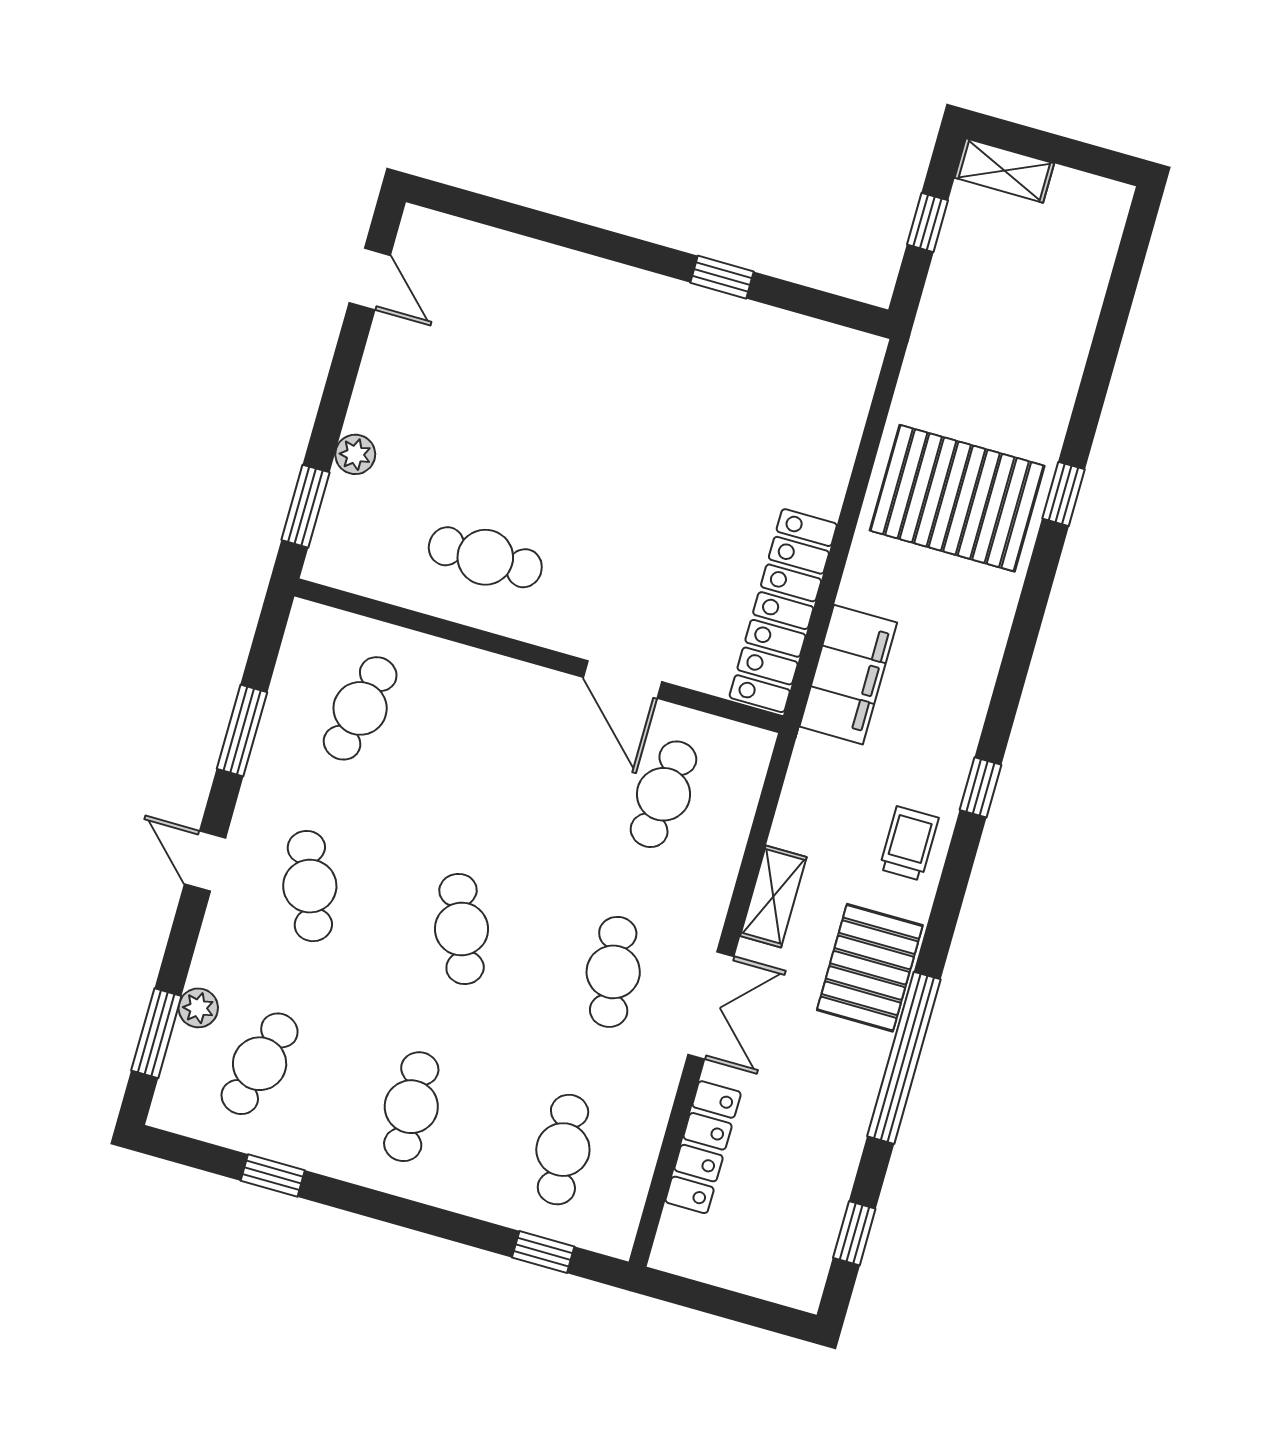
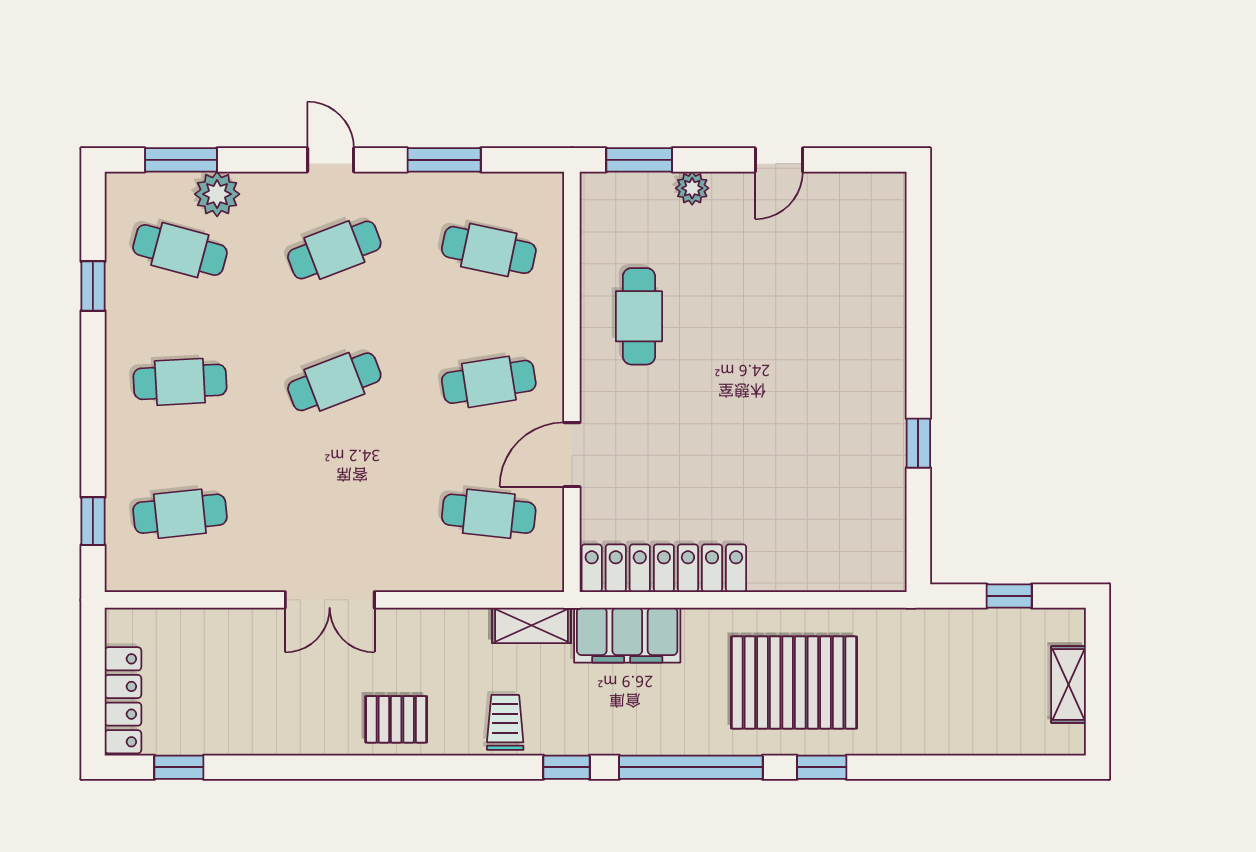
shelving: (1004, 170) -> (1069, 685), moved
door: (370, 279) -> (779, 160), moved
pallet: (957, 498) -> (794, 683), turned 90
trolley: (909, 843) -> (505, 722), turned -90
door: (205, 861) -> (331, 160), hinge flipped
shelving: (773, 896) -> (532, 625), moved
pallet: (870, 968) -> (396, 719), width x0.67, depth x0.71
cafe table: (613, 972) -> (489, 382), moved
plant: (198, 1008) -> (217, 194), width x1.38, depth x1.38
window: (904, 1058) -> (691, 767), moved
locker: (703, 1147) -> (123, 700), moved, turned -90

